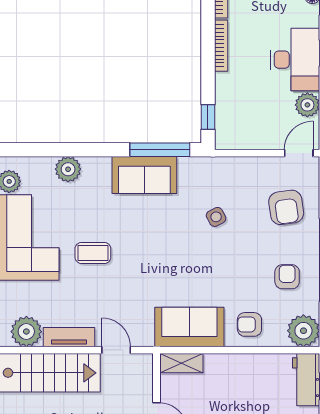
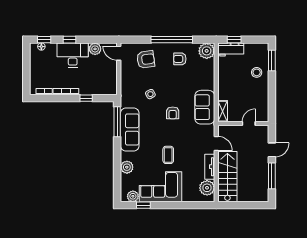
window: (208, 117) -> (86, 98), moved
sofa: (144, 175) -> (130, 129), width x1.36
armchair: (249, 324) -> (173, 113), moved
door: (116, 350) -> (216, 143), swing flipped

